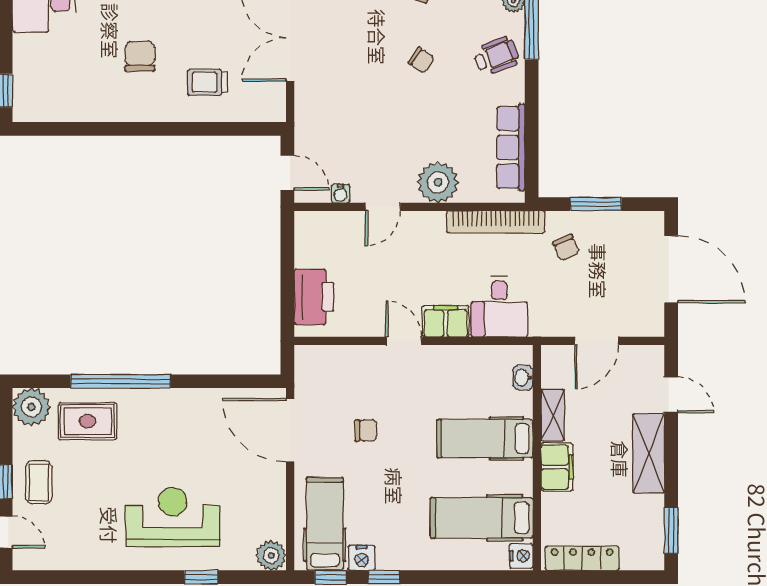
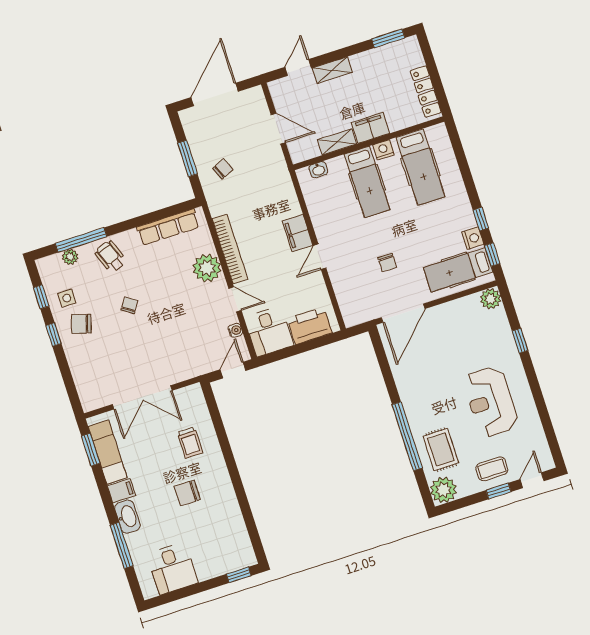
bookcase: (496, 222) -> (230, 249), moved
desk: (499, 307) -> (269, 331), moved, turned 90
chair: (366, 430) -> (387, 263), turned 180
shelving: (649, 453) -> (332, 70), width x0.67, depth x0.75
reception desk: (173, 517) -> (491, 402), moved
nightstand: (521, 556) -> (383, 150), moved

